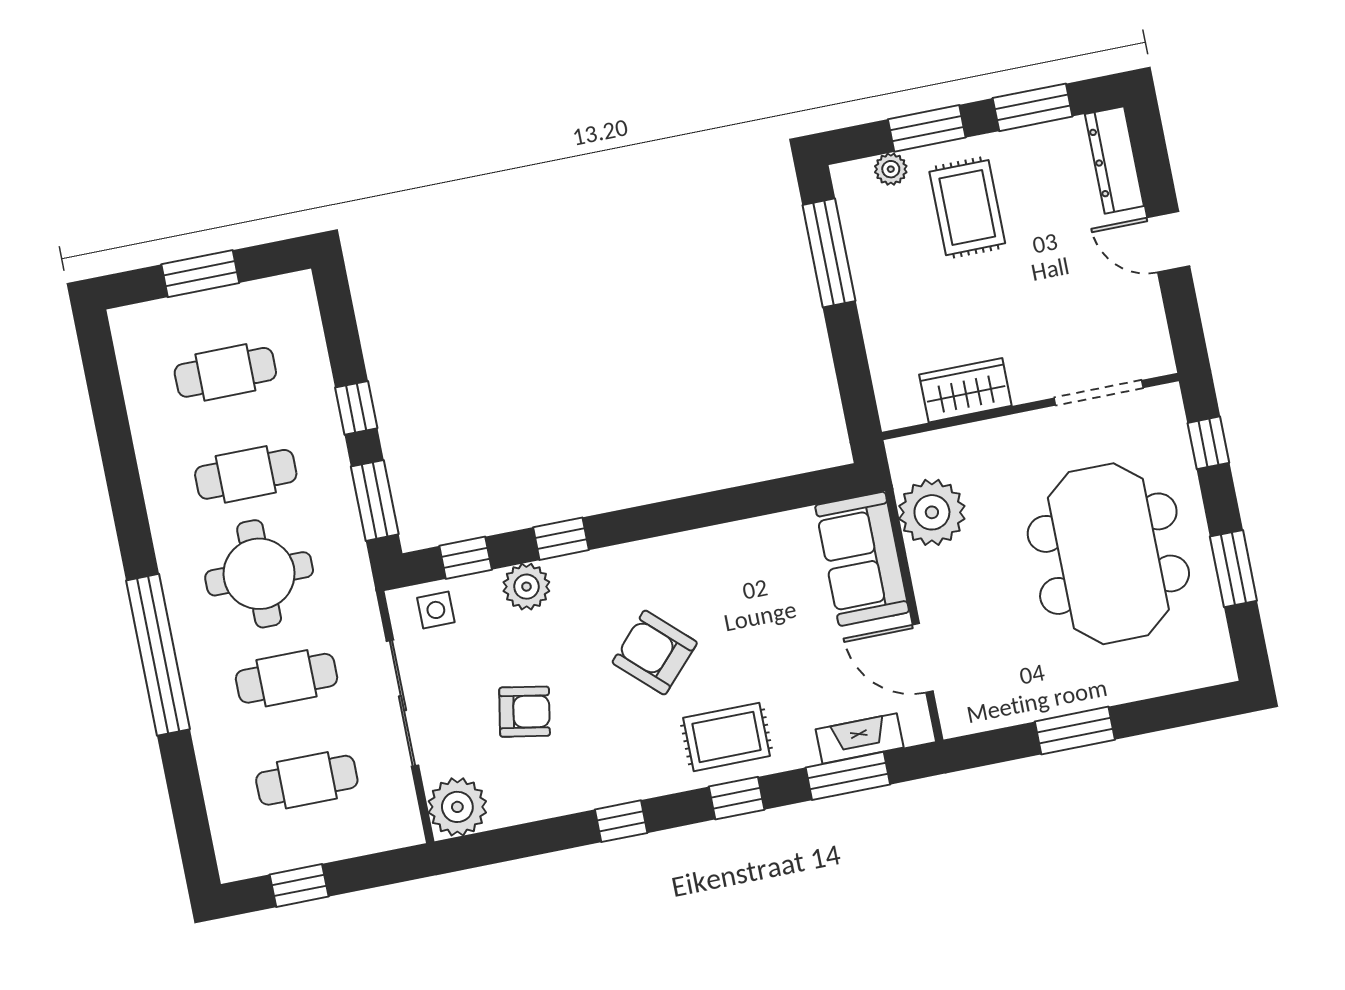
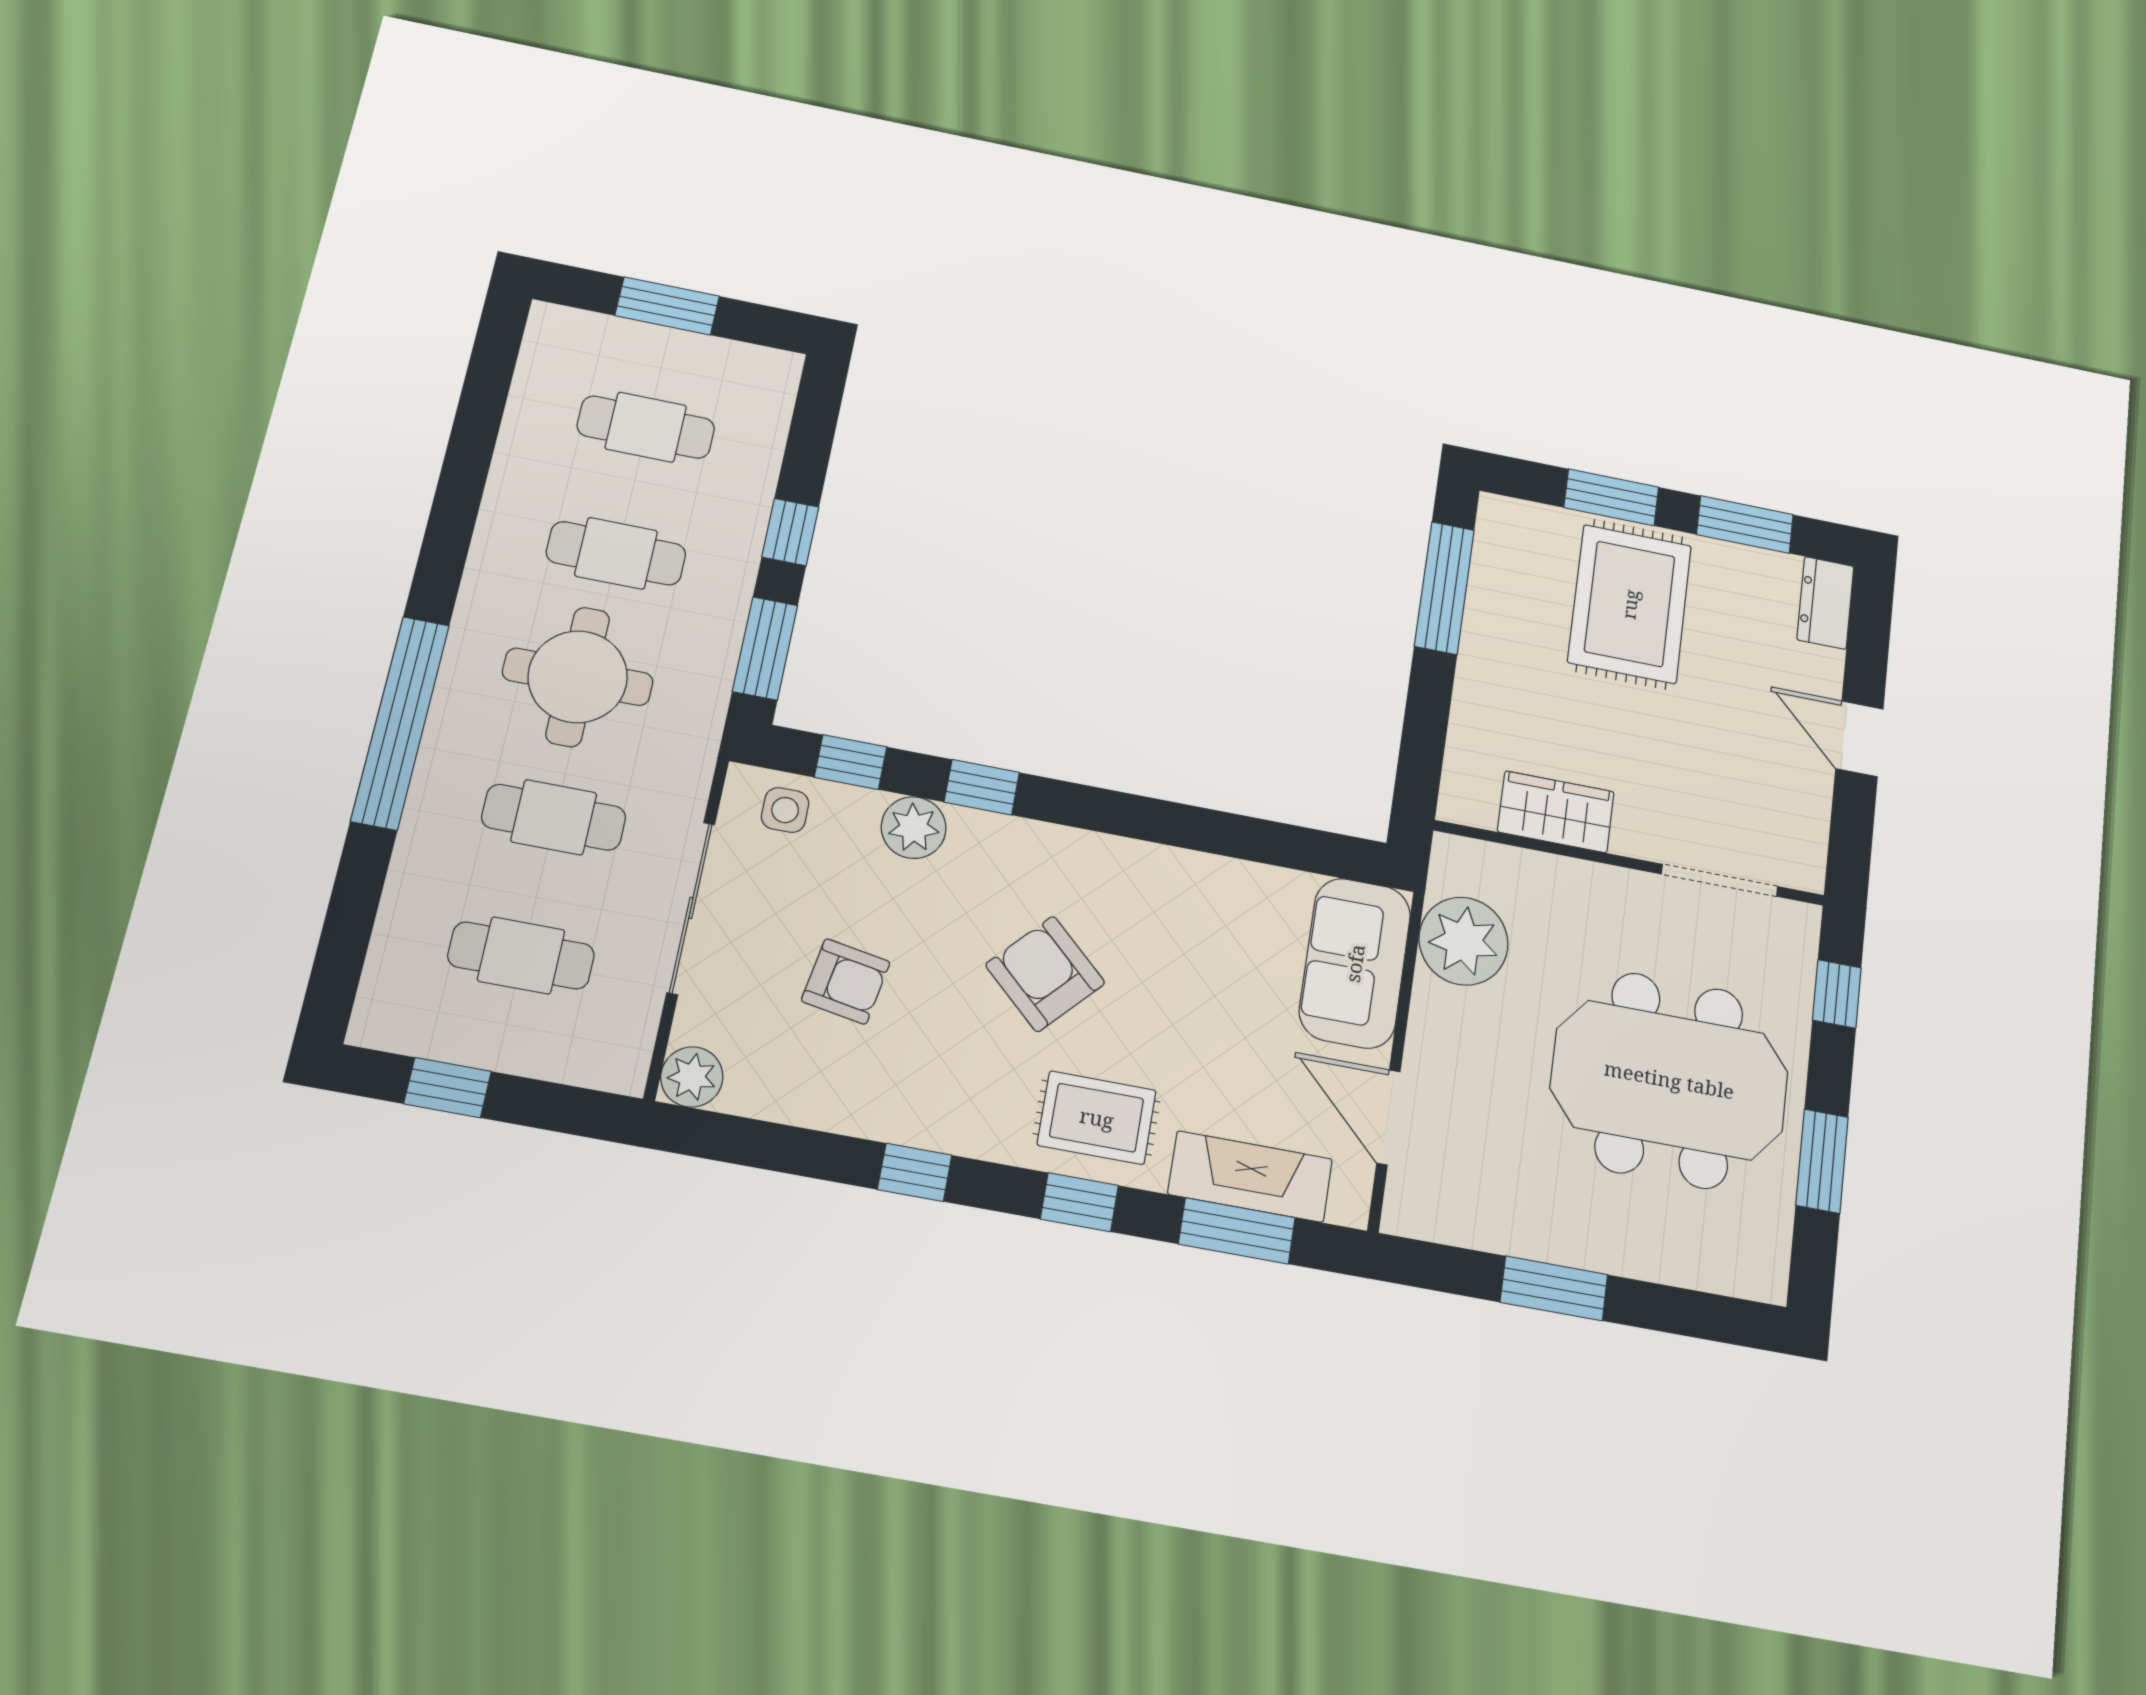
dresser: (1114, 160) -> (1825, 603), width x0.70
plant: (891, 169) -> (1553, 525), removed
rug: (967, 208) -> (1630, 604), width x1.36, depth x1.43
meeting table: (1108, 554) -> (1669, 1080), turned 90
fireplace: (860, 738) -> (1250, 1177), width x1.37, depth x1.32
plant: (457, 807) -> (692, 1077), width x0.73, depth x0.73

